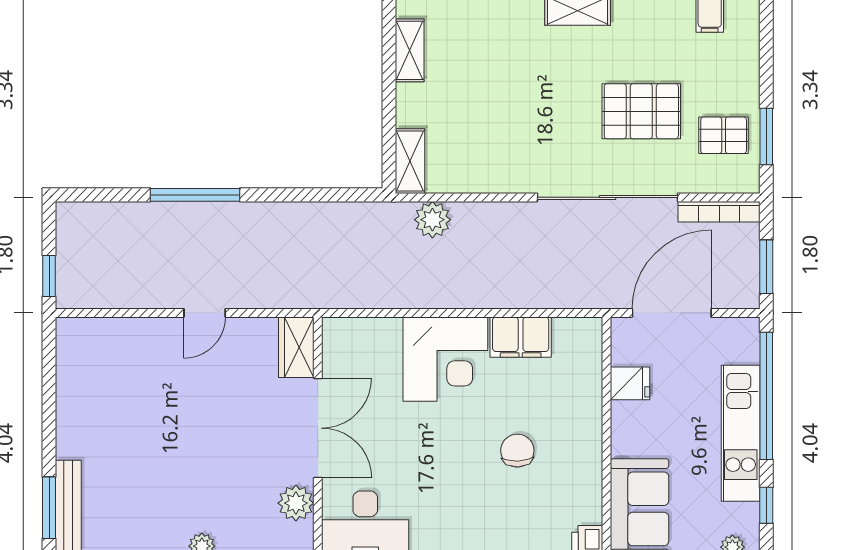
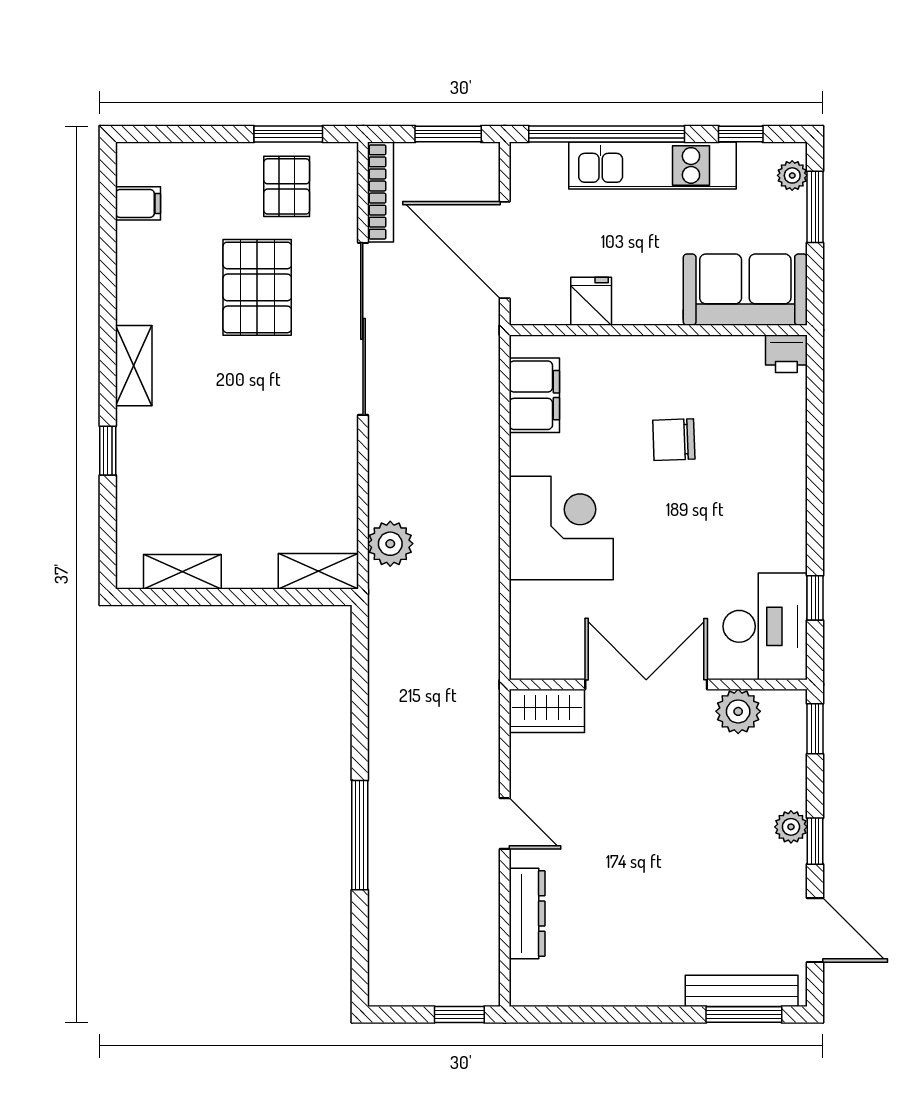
dresser: (131, 331) -> (527, 914), added
filing cabinet: (521, 337) -> (534, 395), moved

